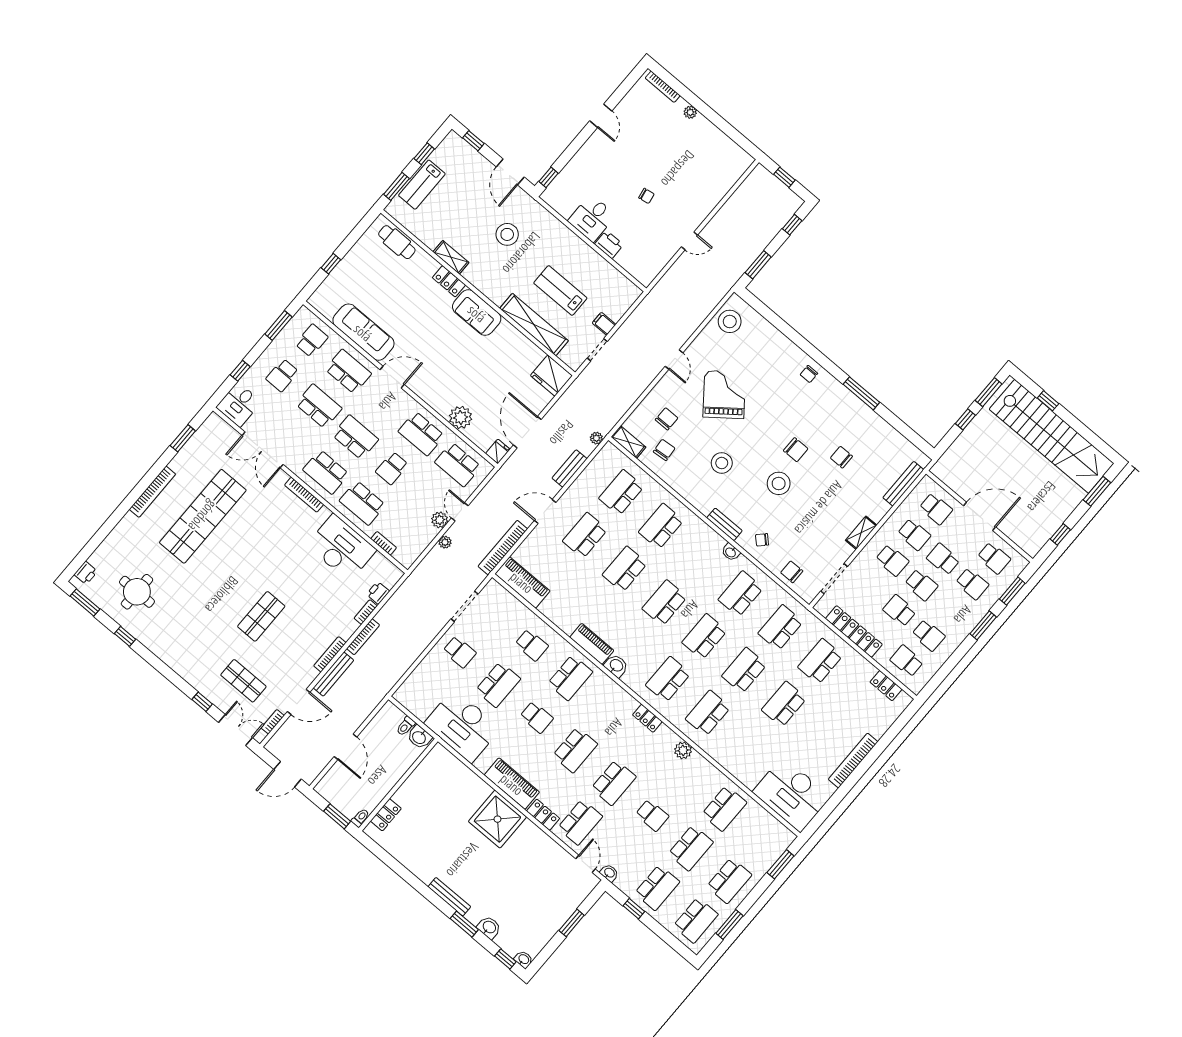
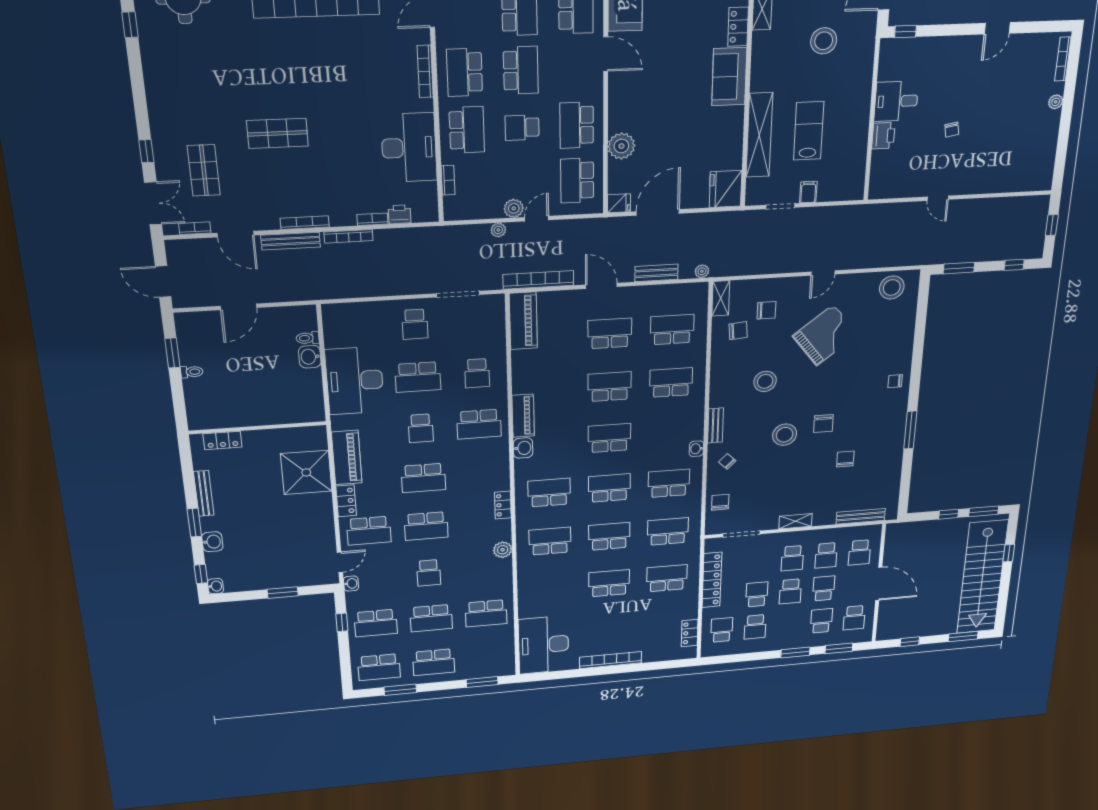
school desk: (362, 503) -> (467, 130), turned 180
school desk: (972, 584) -> (821, 621), turned 180
wall: (398, 785) -> (258, 428), moved
locker: (386, 815) -> (223, 440), moved

